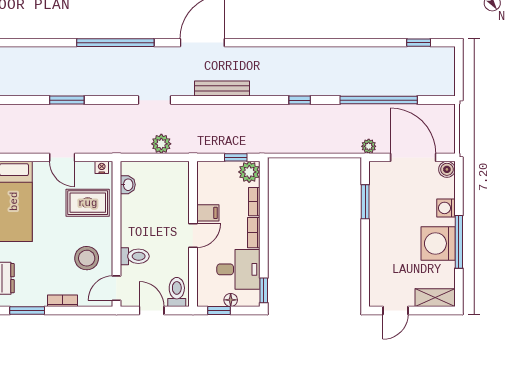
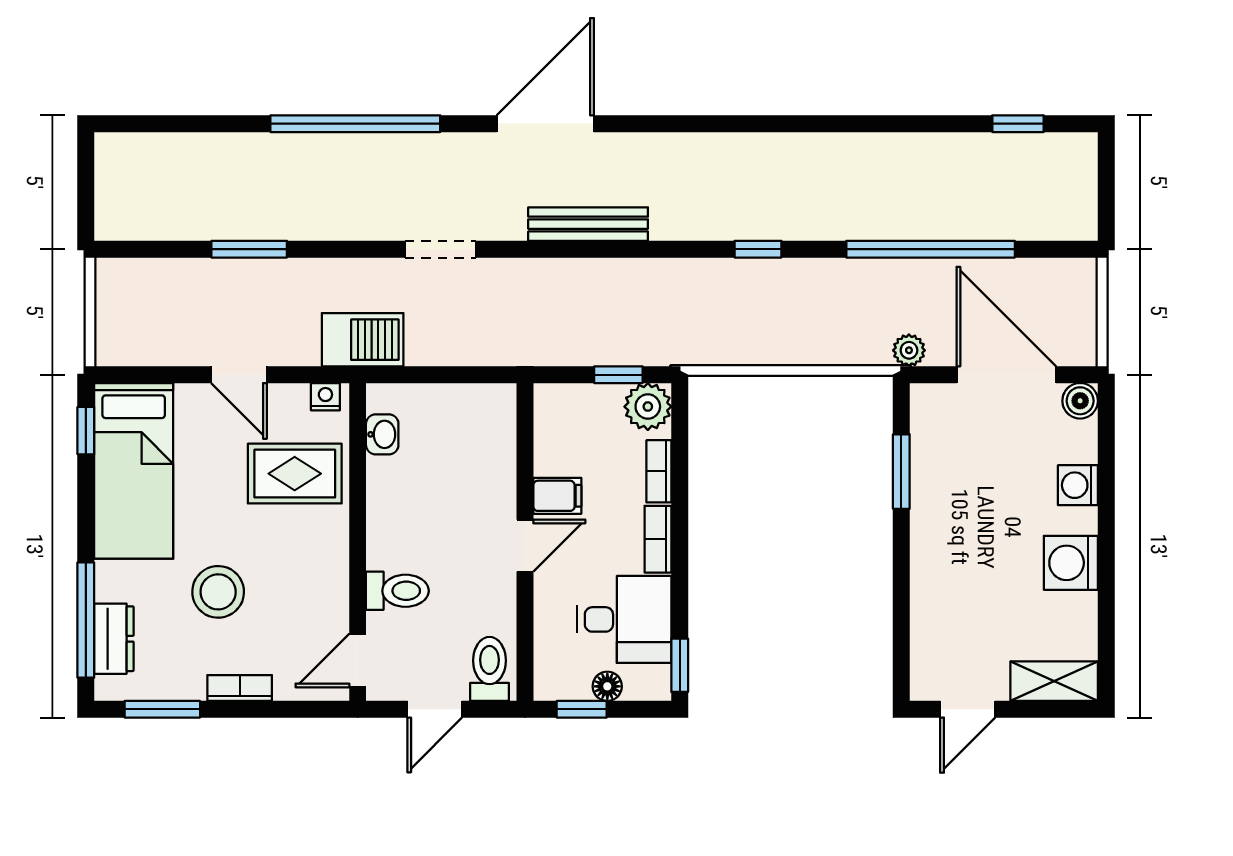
barbecue: (119, 141) -> (363, 340), added
plant: (161, 144) -> (456, 345), removed
window: (459, 242) -> (1106, 559), removed
washing machine: (438, 243) -> (1071, 563), width x0.73, depth x0.73
stool: (87, 258) -> (218, 592), moved
door: (152, 310) -> (435, 709), swing flipped

